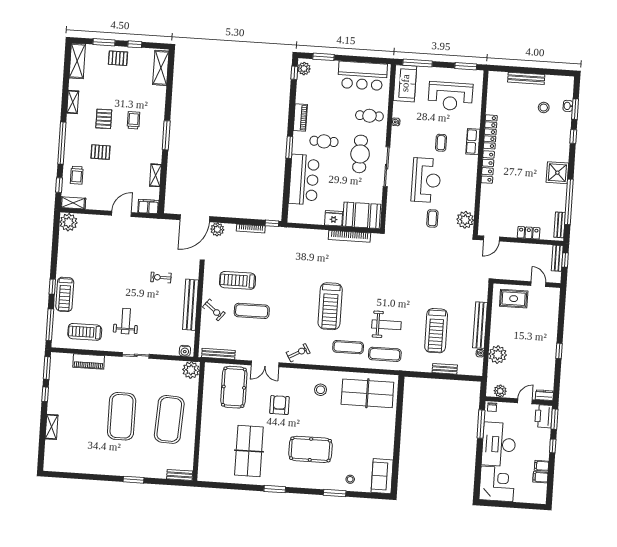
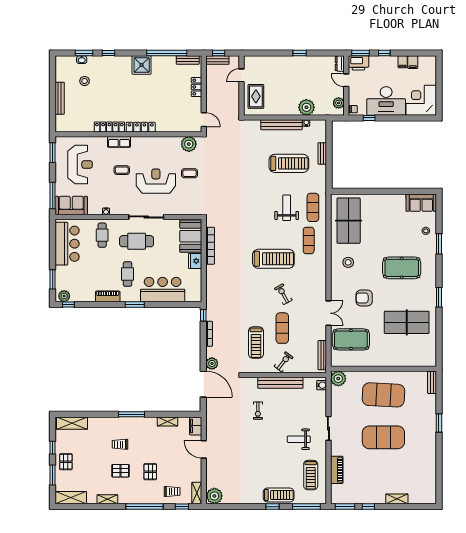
exercise bike: (298, 353) -> (283, 294), moved
window: (481, 424) -> (369, 118), width x0.46
pool table: (310, 449) -> (402, 268), turned 90

